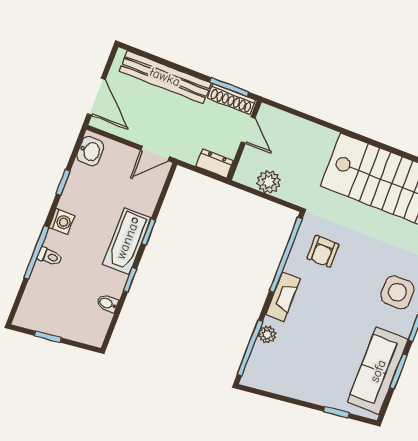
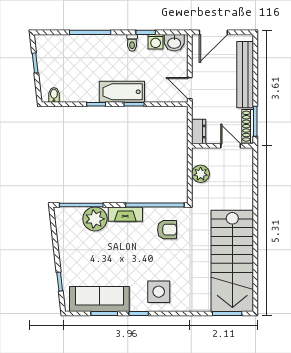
door: (248, 130) -> (231, 146), swing flipped
washing machine: (62, 221) -> (156, 42), moved
armchair: (323, 251) -> (167, 230), turned 180
toilet: (50, 256) -> (132, 43), moved
bidet: (107, 304) -> (54, 95), moved
plant: (267, 334) -> (95, 219), width x1.87, depth x1.87

